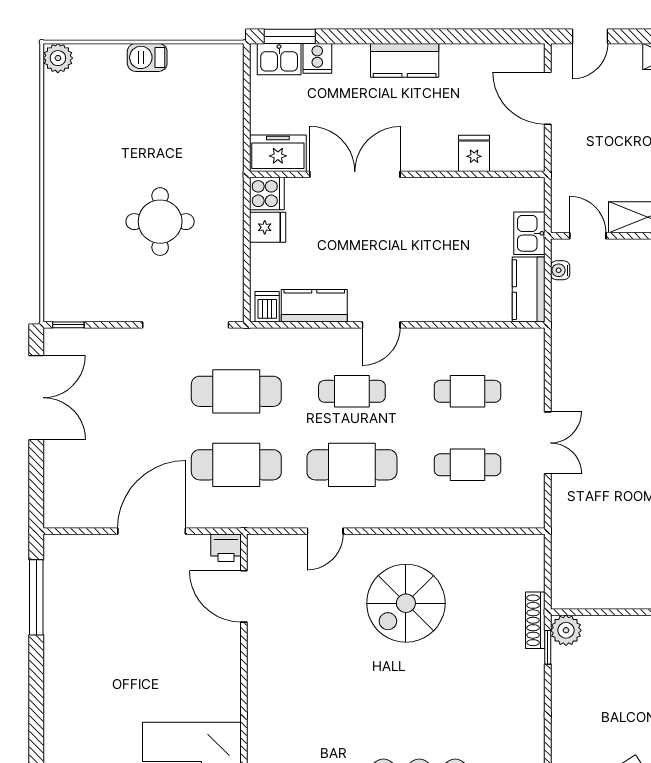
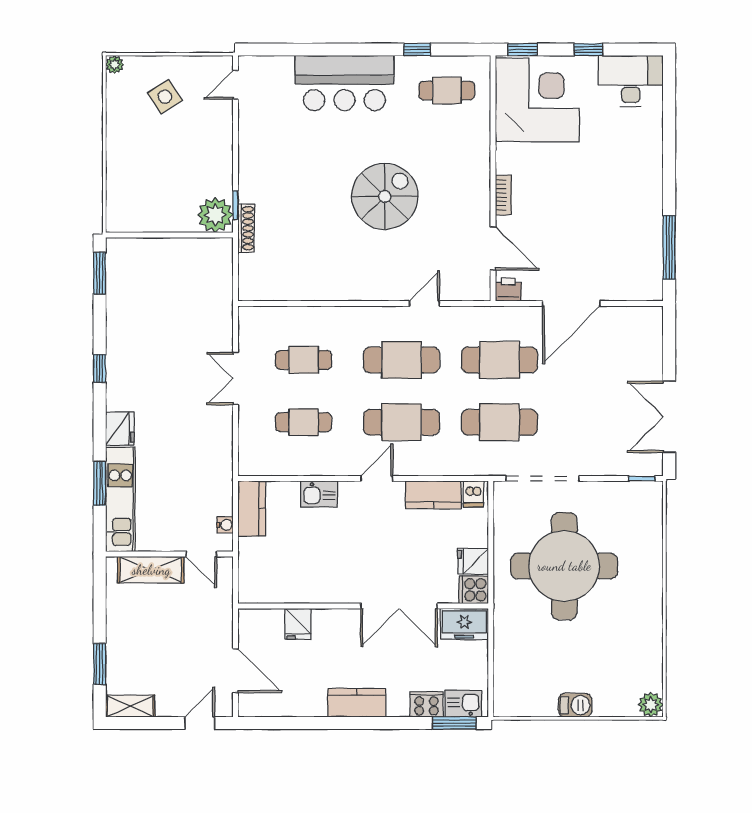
cooker: (317, 58) -> (426, 704), width x1.36
round table: (160, 222) -> (564, 566), width x1.86, depth x1.86
kitchen sink: (529, 233) -> (319, 494), moved, turned 90
cafe table: (352, 391) -> (402, 422), width x1.37, depth x1.35
spiral stairs: (406, 603) -> (385, 196), moved
plant: (566, 630) -> (215, 215), width x1.36, depth x1.36
bookcase: (232, 659) -> (503, 195), added

